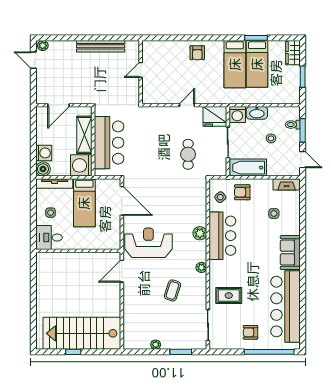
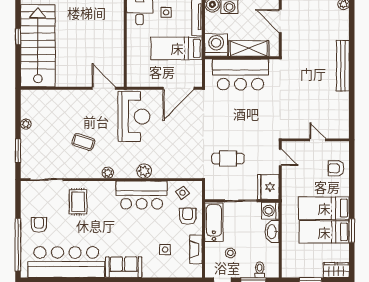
door: (141, 70) -> (318, 140), moved
wall: (141, 72) -> (315, 140), moved
stool: (271, 138) -> (230, 253), moved
fireplace: (287, 184) -> (196, 249), moved

